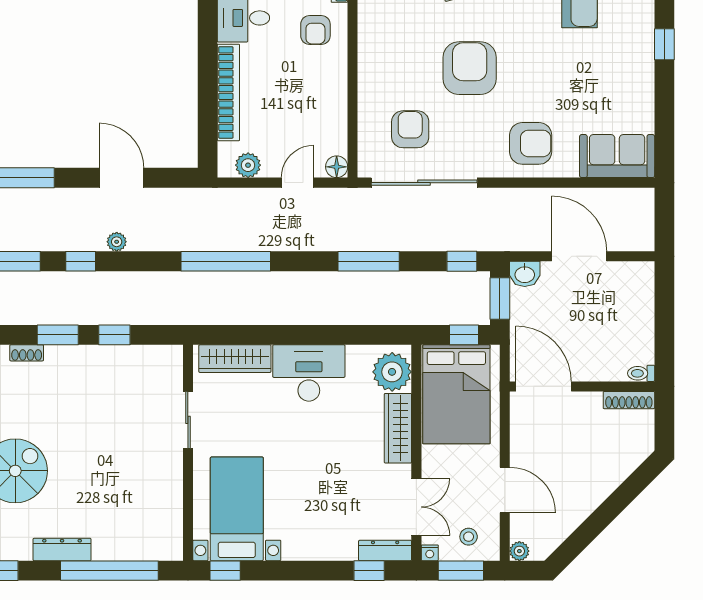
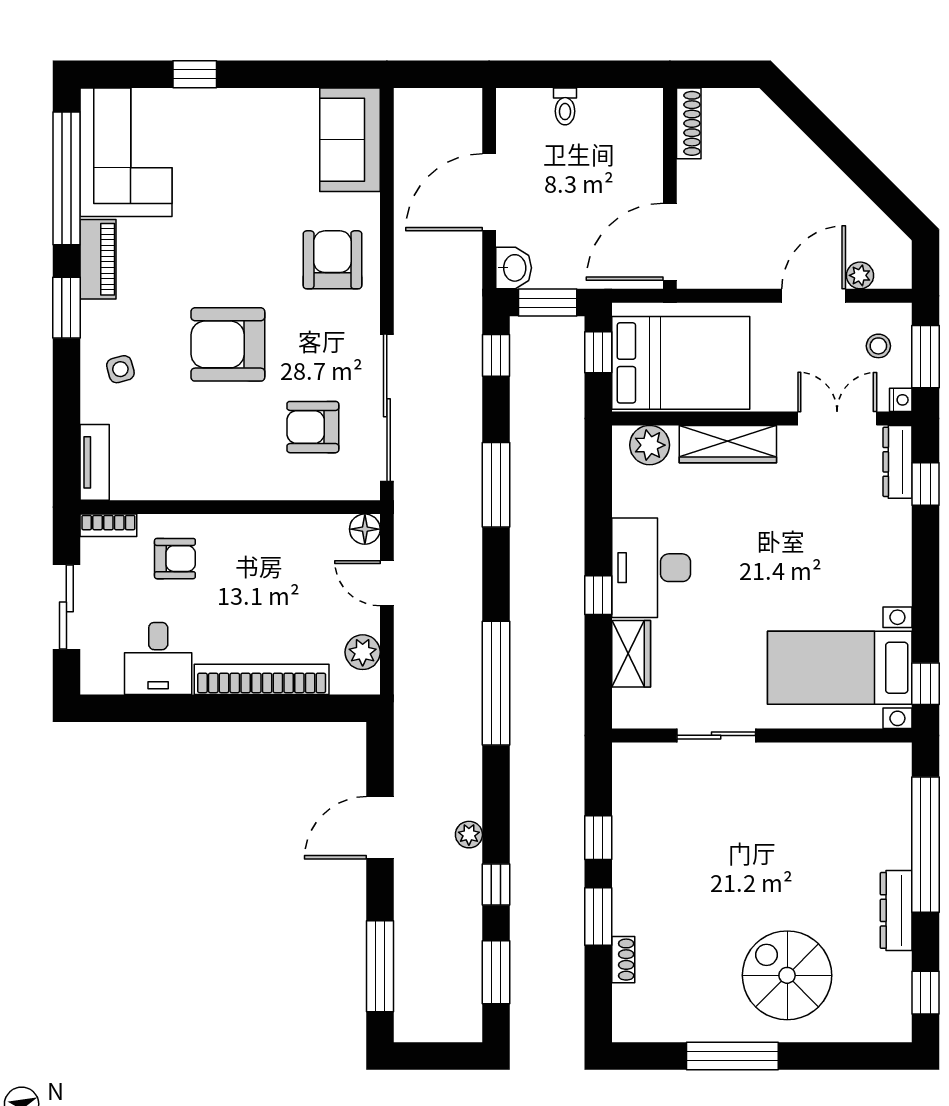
window: (289, 335) -> (598, 595), added
wardrobe: (235, 359) -> (631, 654), width x0.67
plant: (392, 372) -> (650, 445), width x0.73, depth x0.73
toilet: (641, 373) -> (565, 106), moved
plant: (519, 551) -> (860, 275), moved

